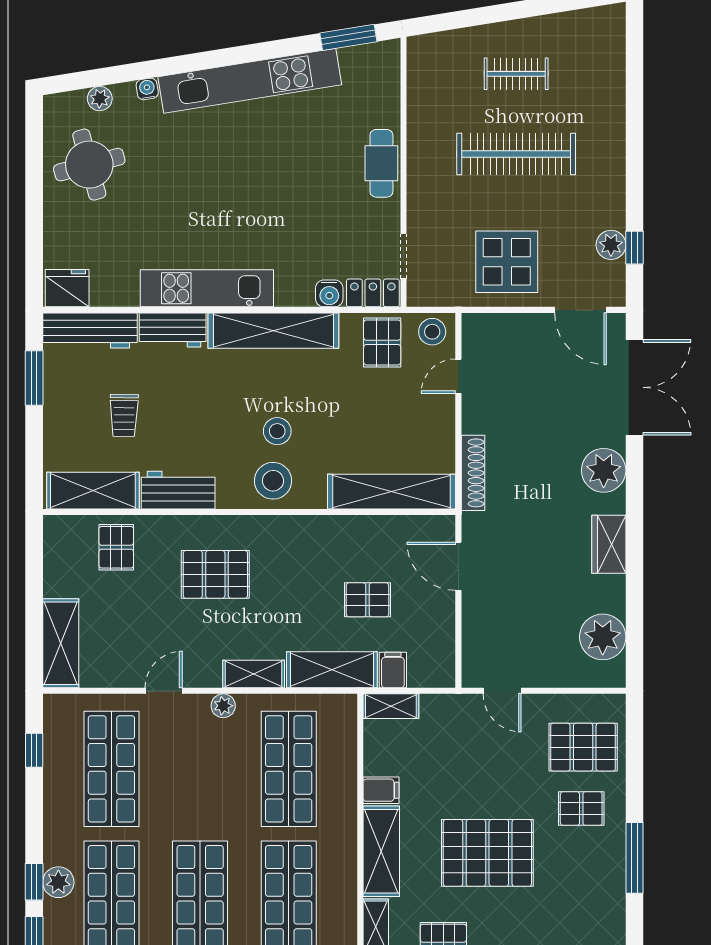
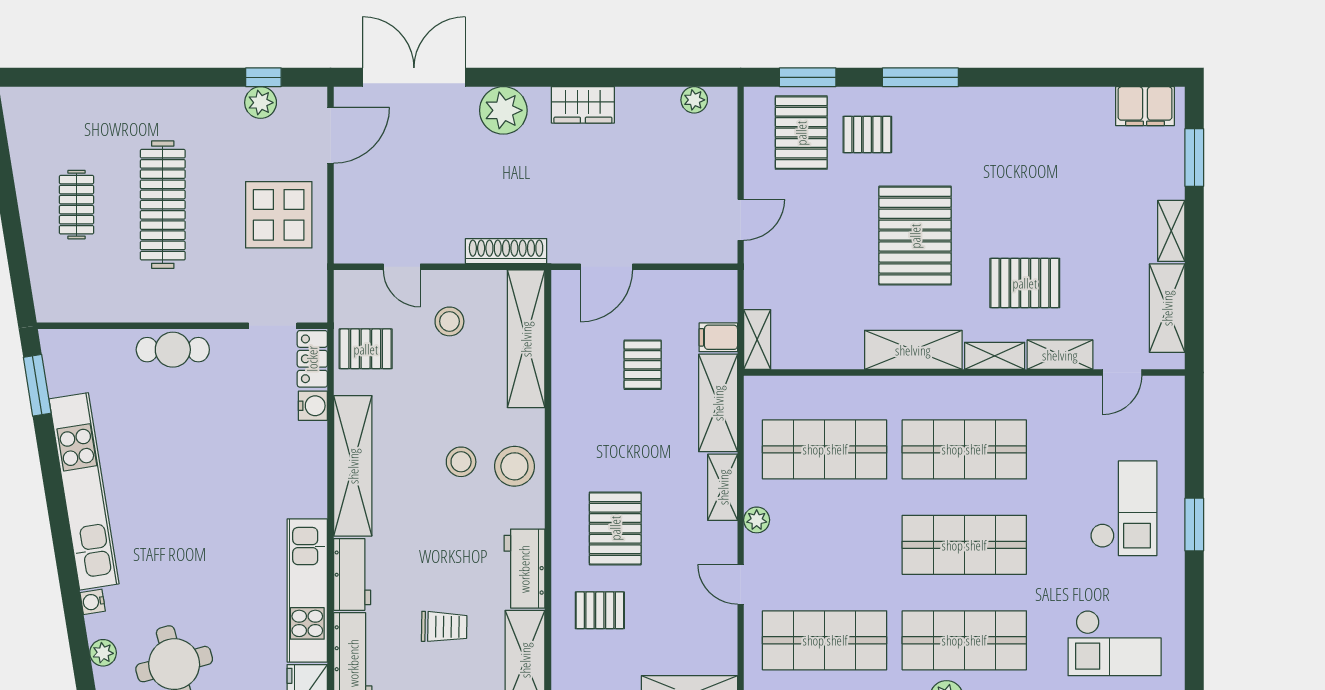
kitchen unit: (207, 288) -> (307, 590), moved
stool: (432, 332) -> (449, 321), moved
pallet: (116, 547) -> (600, 610), moved
plant: (603, 637) -> (694, 100), width x0.53, depth x0.53
window: (634, 753) -> (808, 77), added
filing cabinet: (381, 790) -> (848, 350), removed
pallet: (581, 809) -> (867, 135), turned 90

